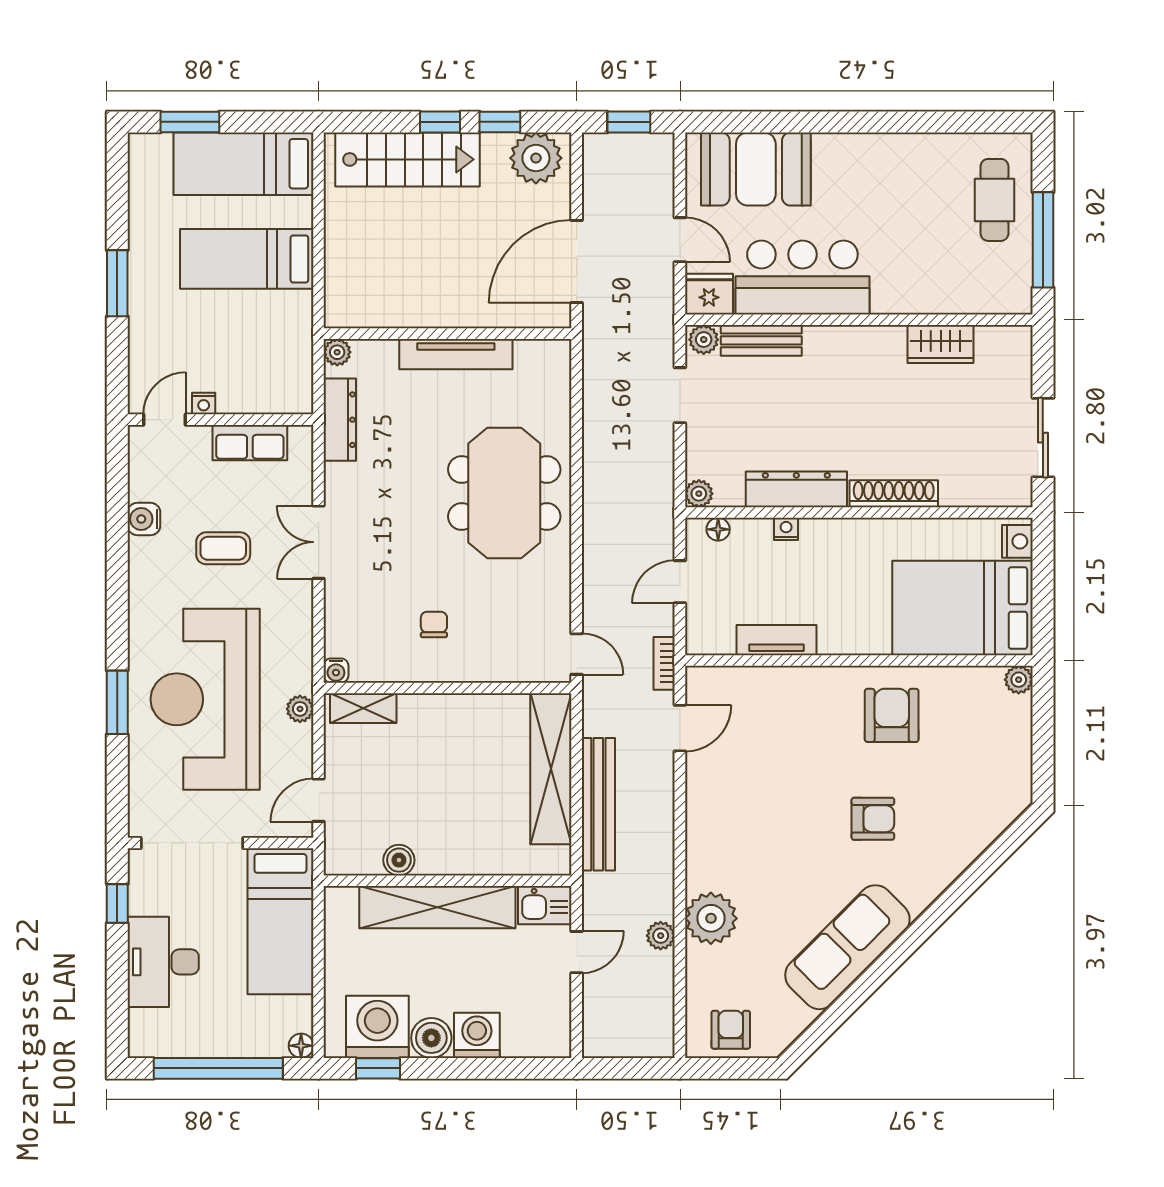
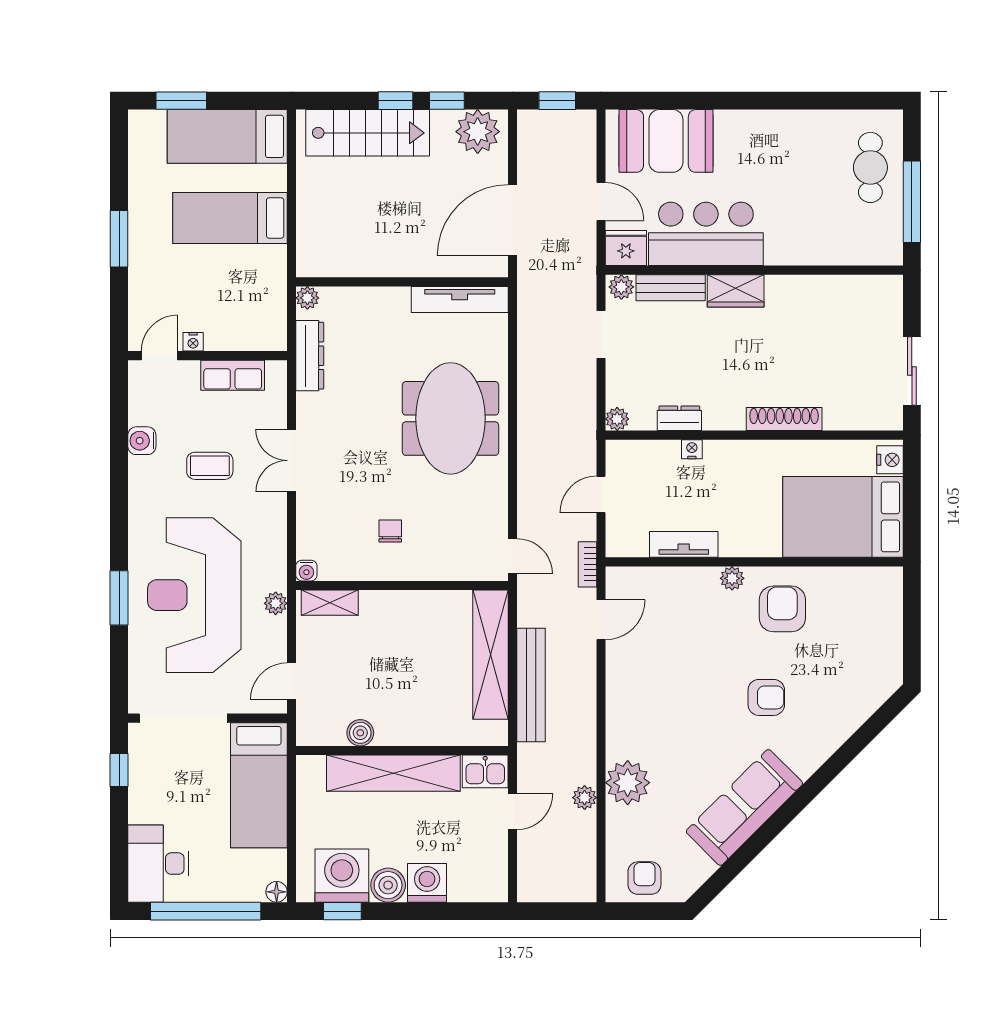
wardrobe: (941, 344) -> (736, 291), moved
tv unit: (456, 354) -> (460, 299), moved
dresser: (796, 489) -> (679, 418), width x0.51, depth x0.80
floor lamp: (718, 529) -> (634, 449), removed
plant: (1019, 680) -> (732, 578), moved
desk: (163, 962) -> (158, 864), moved

